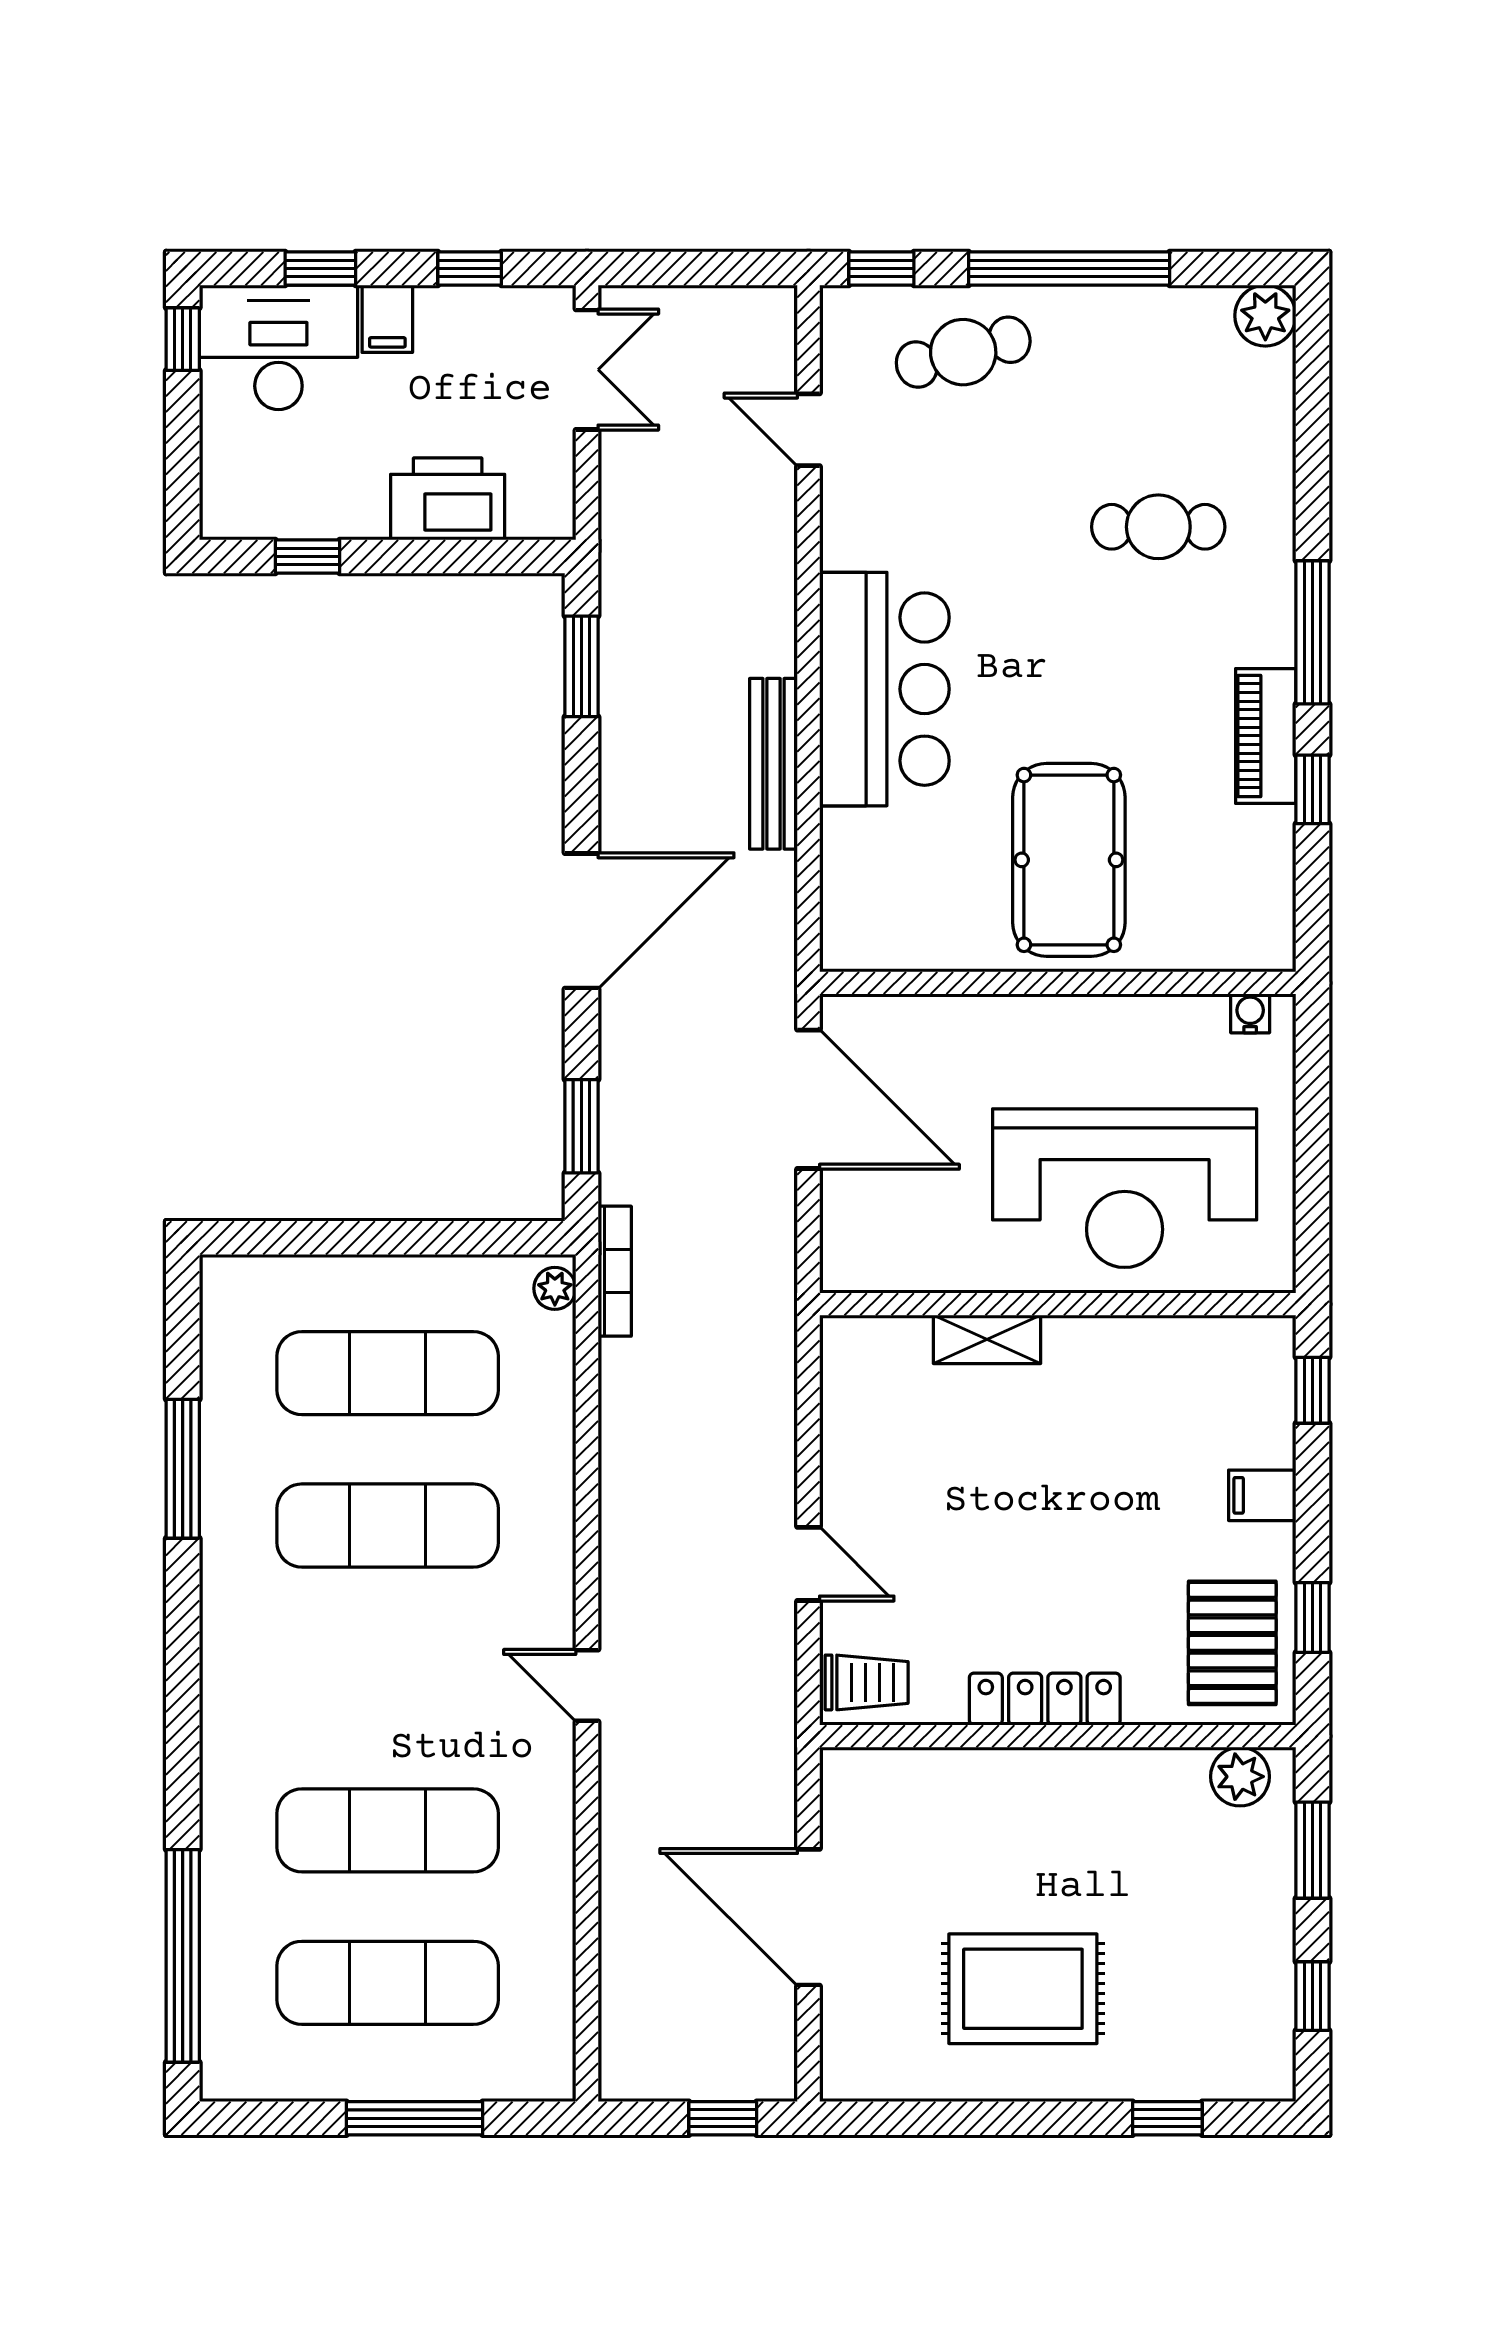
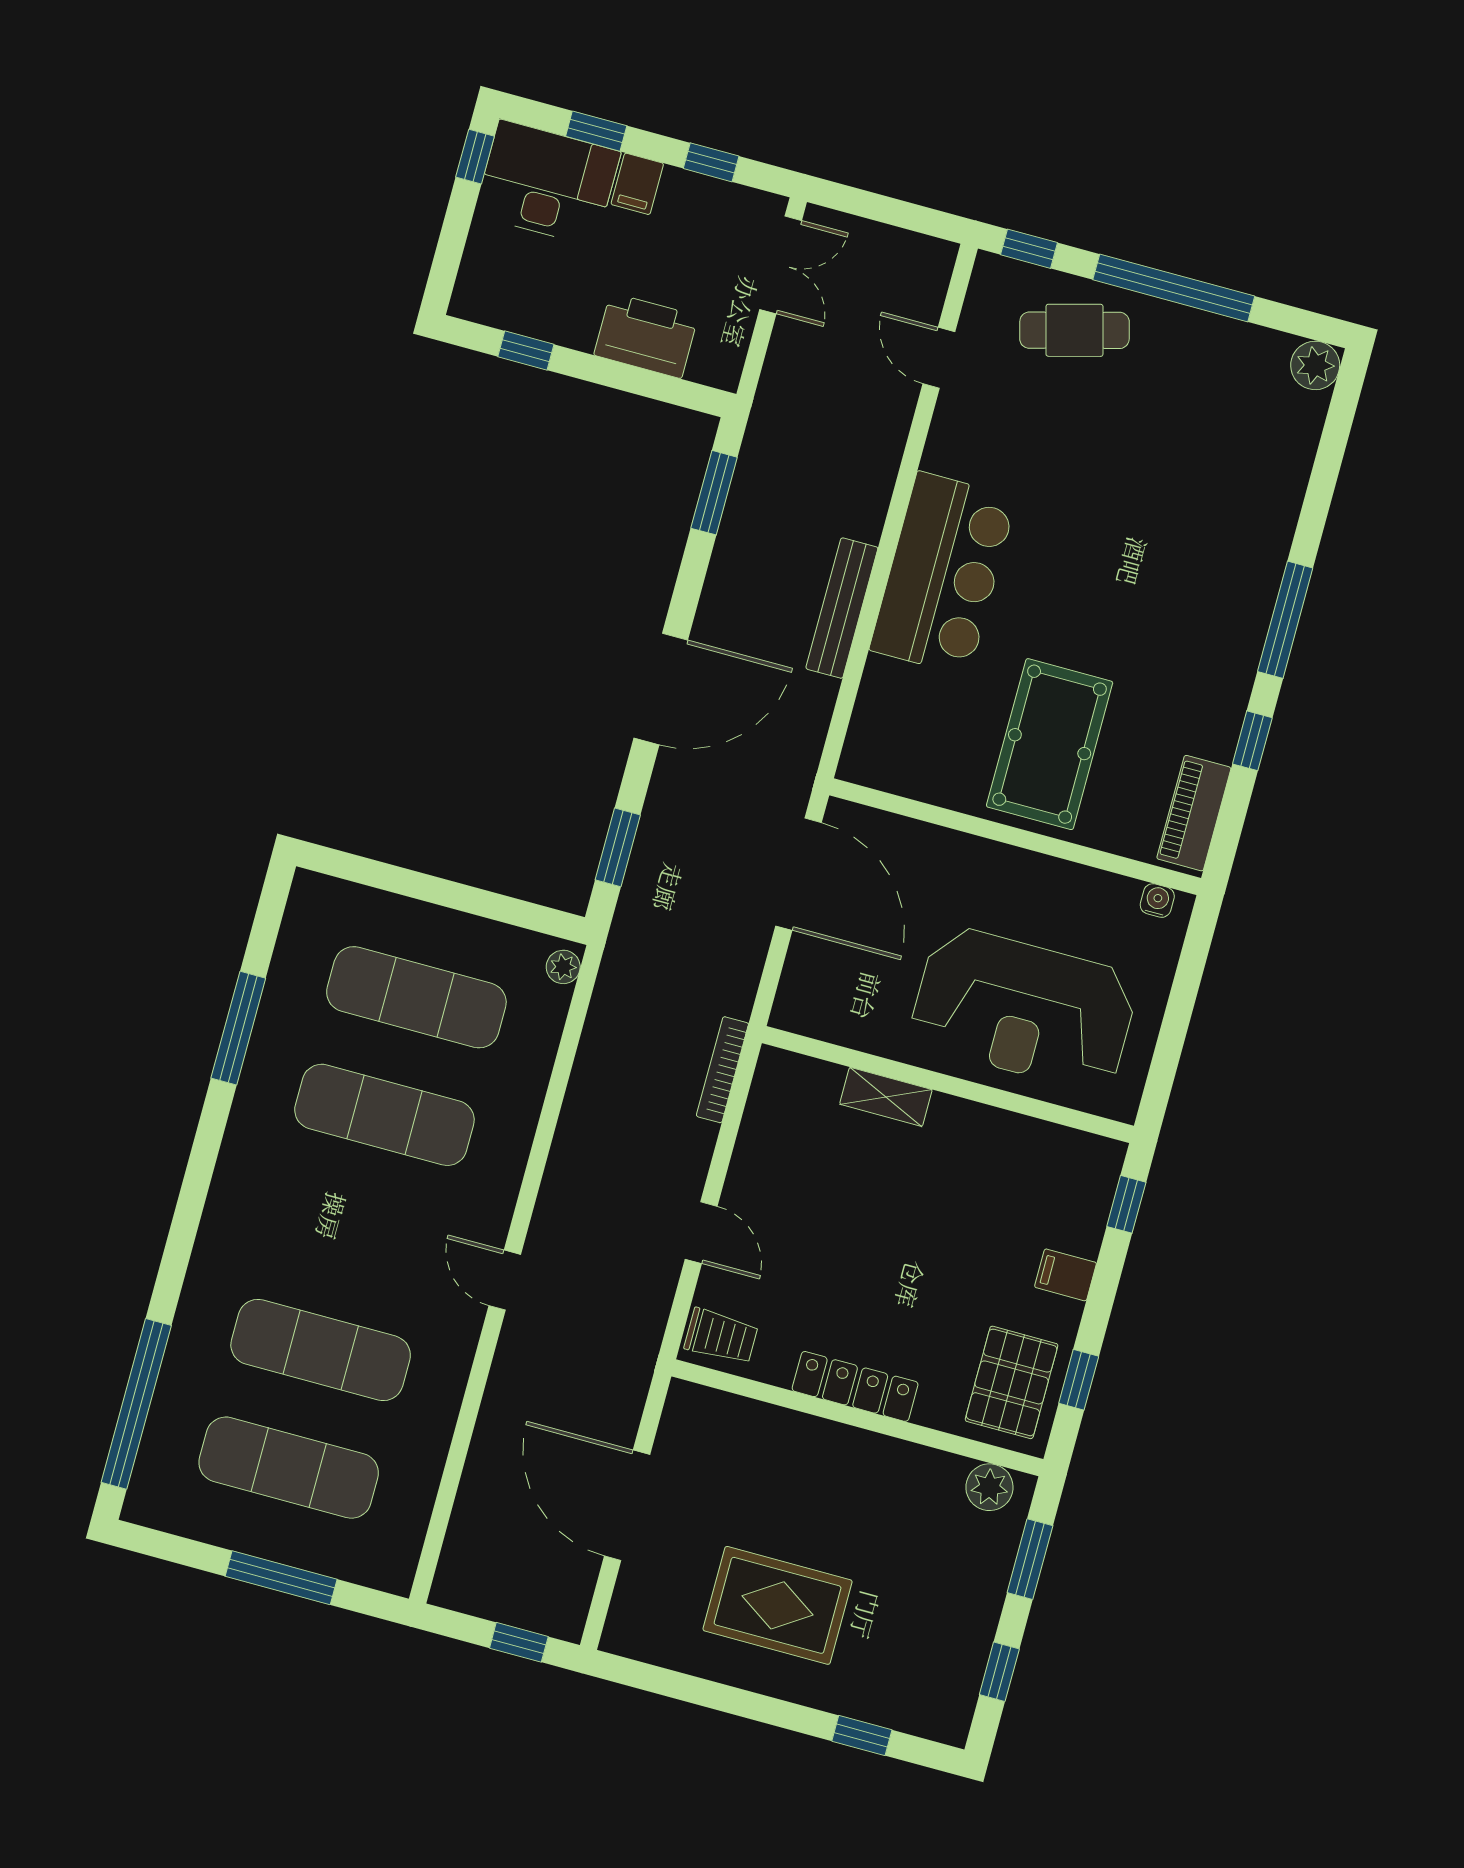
cafe table: (1158, 527) -> (1188, 506), removed
piano: (1266, 736) -> (1194, 813), moved
bookcase: (615, 1271) -> (722, 1070), moved, turned 180

